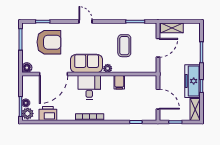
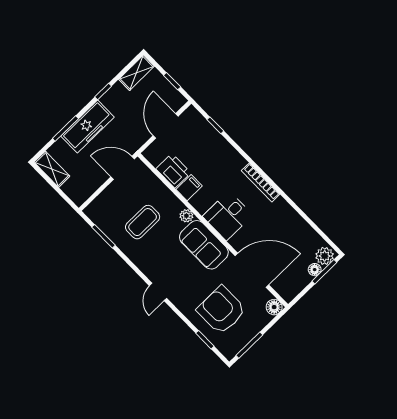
shelving: (172, 28) -> (52, 169), moved
door: (158, 48) -> (123, 168), moved
freezer: (193, 81) -> (87, 127), moved
printer: (48, 114) -> (173, 171), moved, turned 180

